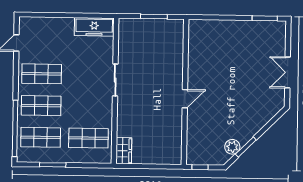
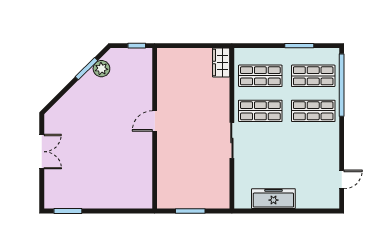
freezer: (94, 27) -> (273, 199), moved
shop shelf: (42, 74) -> (260, 111), moved

